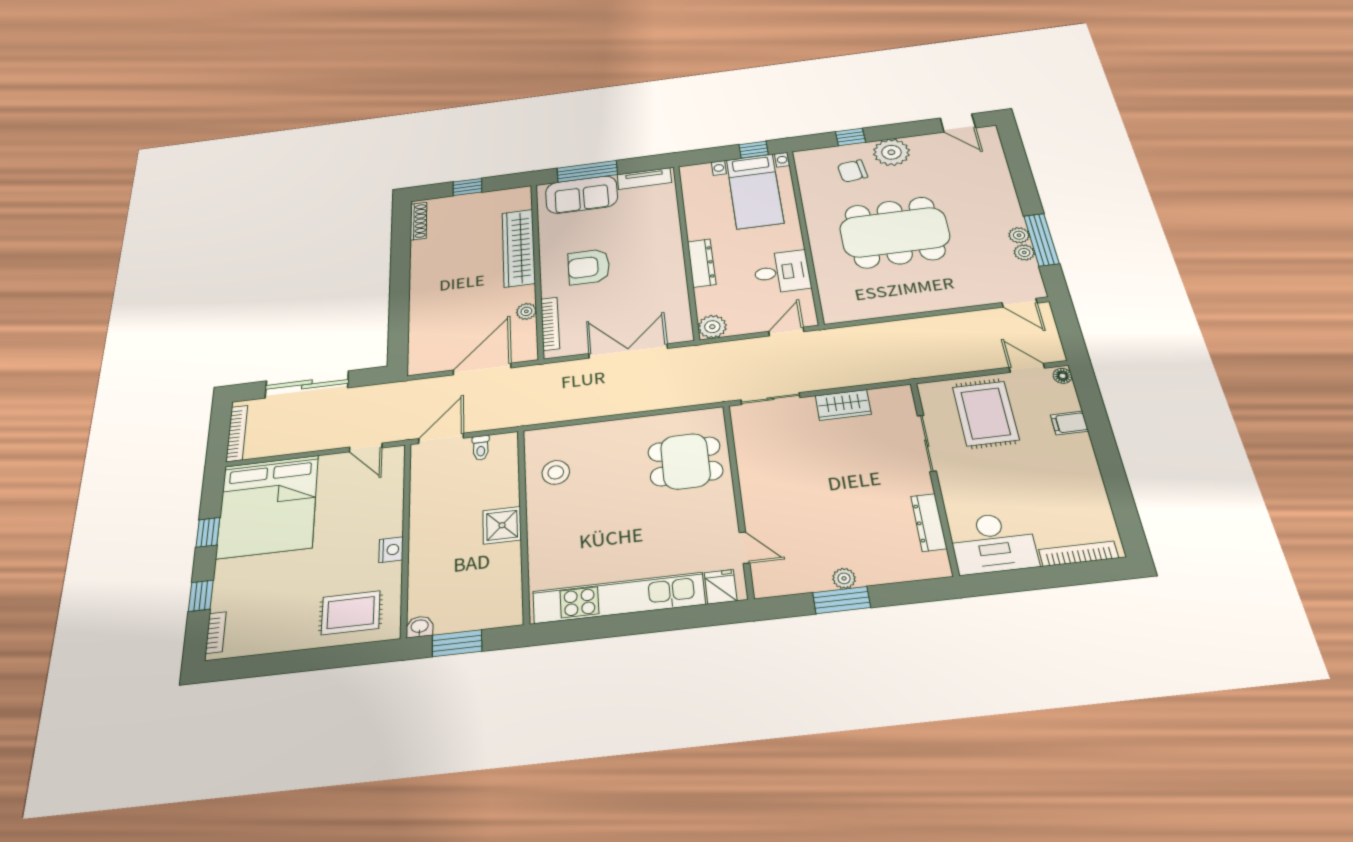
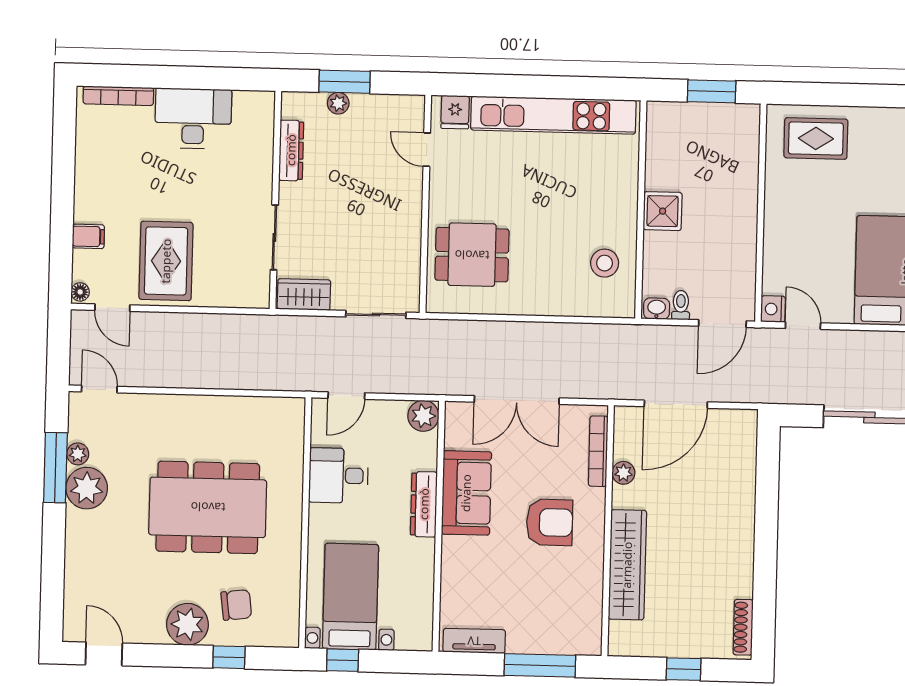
sofa: (582, 195) -> (466, 493), moved, turned 90
plant: (1019, 235) -> (87, 488), width x1.87, depth x1.87
sliding door: (927, 443) -> (274, 237), moved
wall: (934, 476) -> (275, 200), moved
dresser: (929, 522) -> (291, 150), moved
nightstand: (391, 550) -> (773, 309), moved
washbasin: (420, 627) -> (657, 309), moved, turned 180

